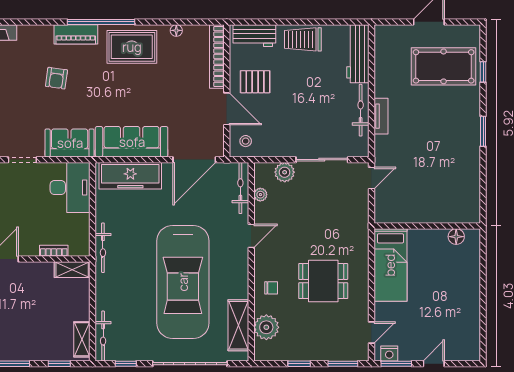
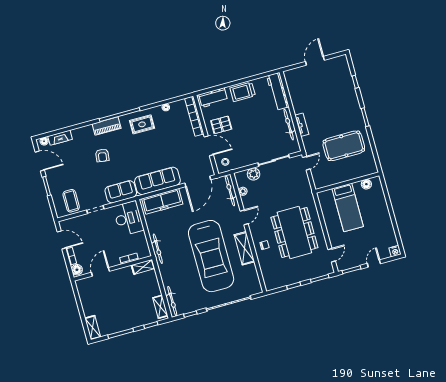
rug: (132, 47) -> (142, 124), width x0.73, depth x0.70
pool table: (444, 66) -> (344, 146), moved
bed: (390, 265) -> (348, 208), moved
dining table: (323, 281) -> (294, 232), width x1.88, depth x1.24
shelving: (238, 325) -> (244, 248), moved
plant: (266, 327) -> (268, 269), removed
nightstand: (389, 353) -> (395, 251), moved

